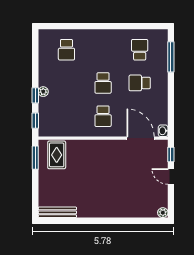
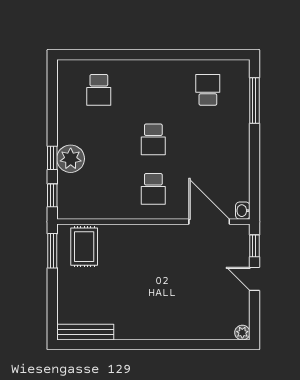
school desk: (140, 83) -> (208, 139), removed
plant: (43, 92) -> (71, 159), width x1.87, depth x1.87

